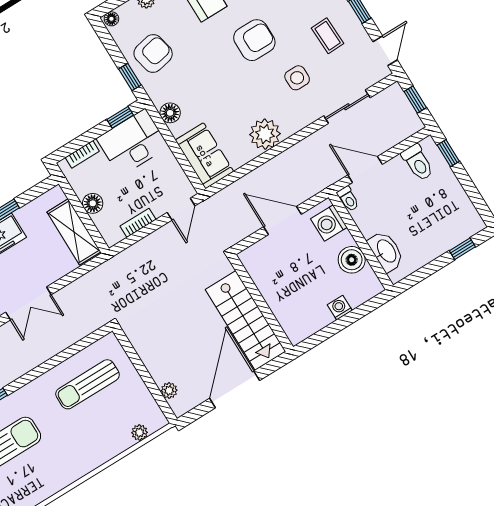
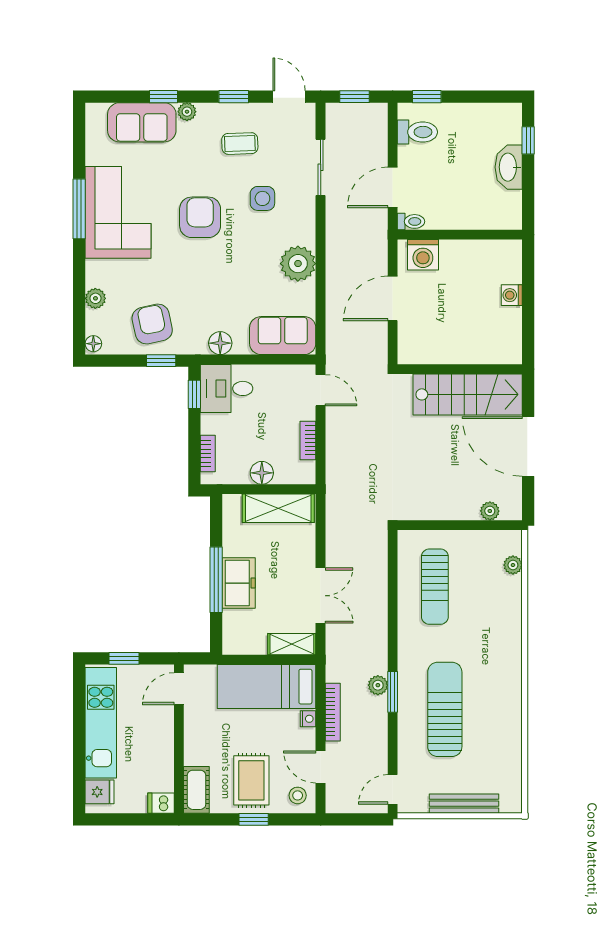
desk: (133, 143) -> (227, 388), width x0.73
washbasin: (386, 251) -> (509, 167), moved, turned -90
boiler: (352, 260) -> (472, 255), removed

